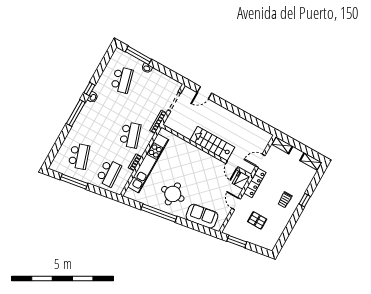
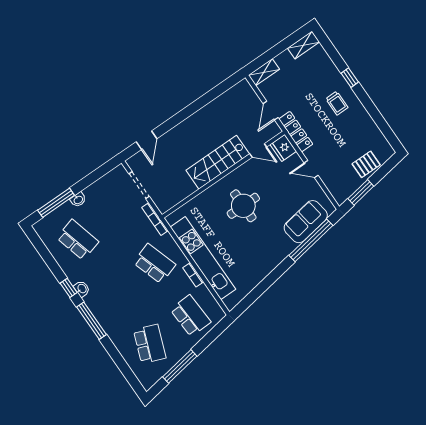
school desk: (79, 156) -> (150, 344), turned 39
round table: (173, 194) -> (243, 206), moved
window: (159, 213) -> (311, 240), moved
pallet: (257, 220) -> (366, 164), moved

